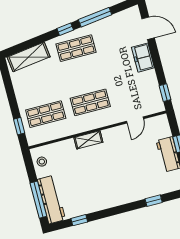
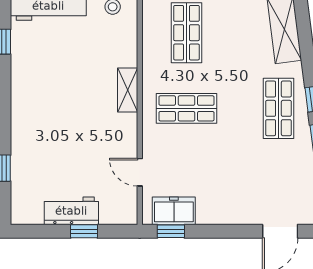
freezer: (143, 58) -> (174, 211), moved
shop shelf: (90, 102) -> (186, 108), turned 90

